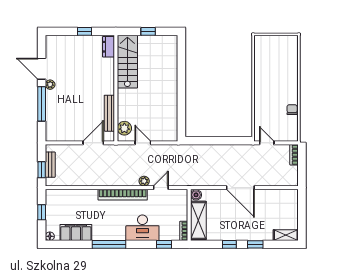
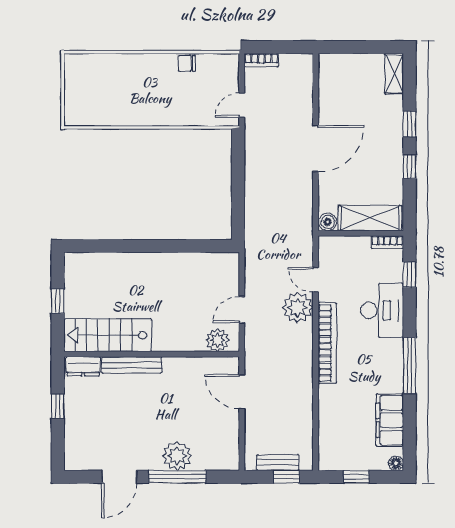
plant: (50, 85) -> (177, 456), moved, width x1.88, depth x1.88
bench: (109, 113) -> (132, 365), moved
plant: (144, 181) -> (298, 308), width x1.87, depth x1.87

